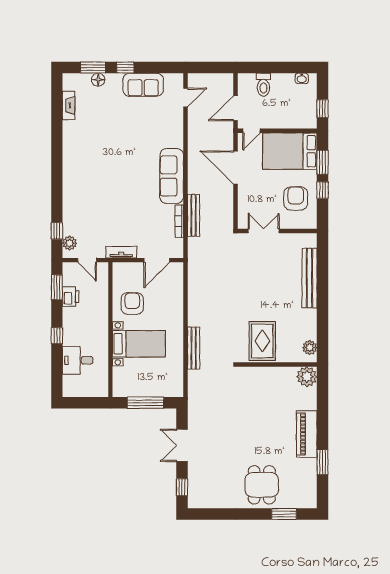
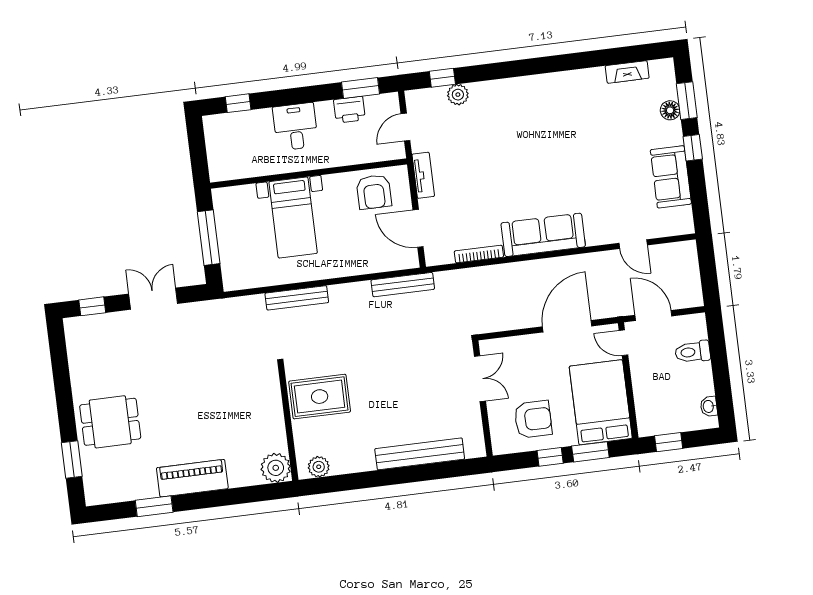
door: (186, 98) -> (633, 244), moved
bench: (194, 215) -> (403, 285), moved
plant: (70, 243) -> (458, 95), moved
armchair: (132, 303) -> (374, 192), moved, turned 90
window: (57, 336) -> (238, 103), moved
desk: (78, 360) -> (295, 127), moved

